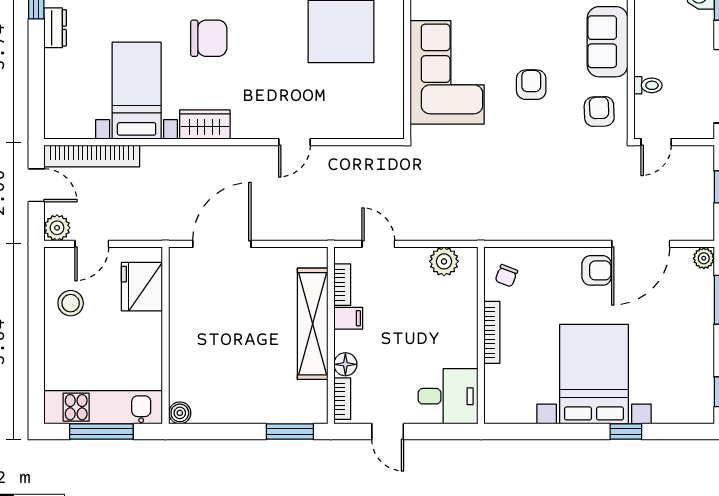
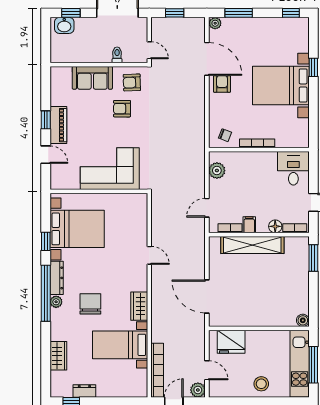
armchair: (531, 85) -> (122, 109), moved
stool: (71, 303) -> (261, 384), moved

